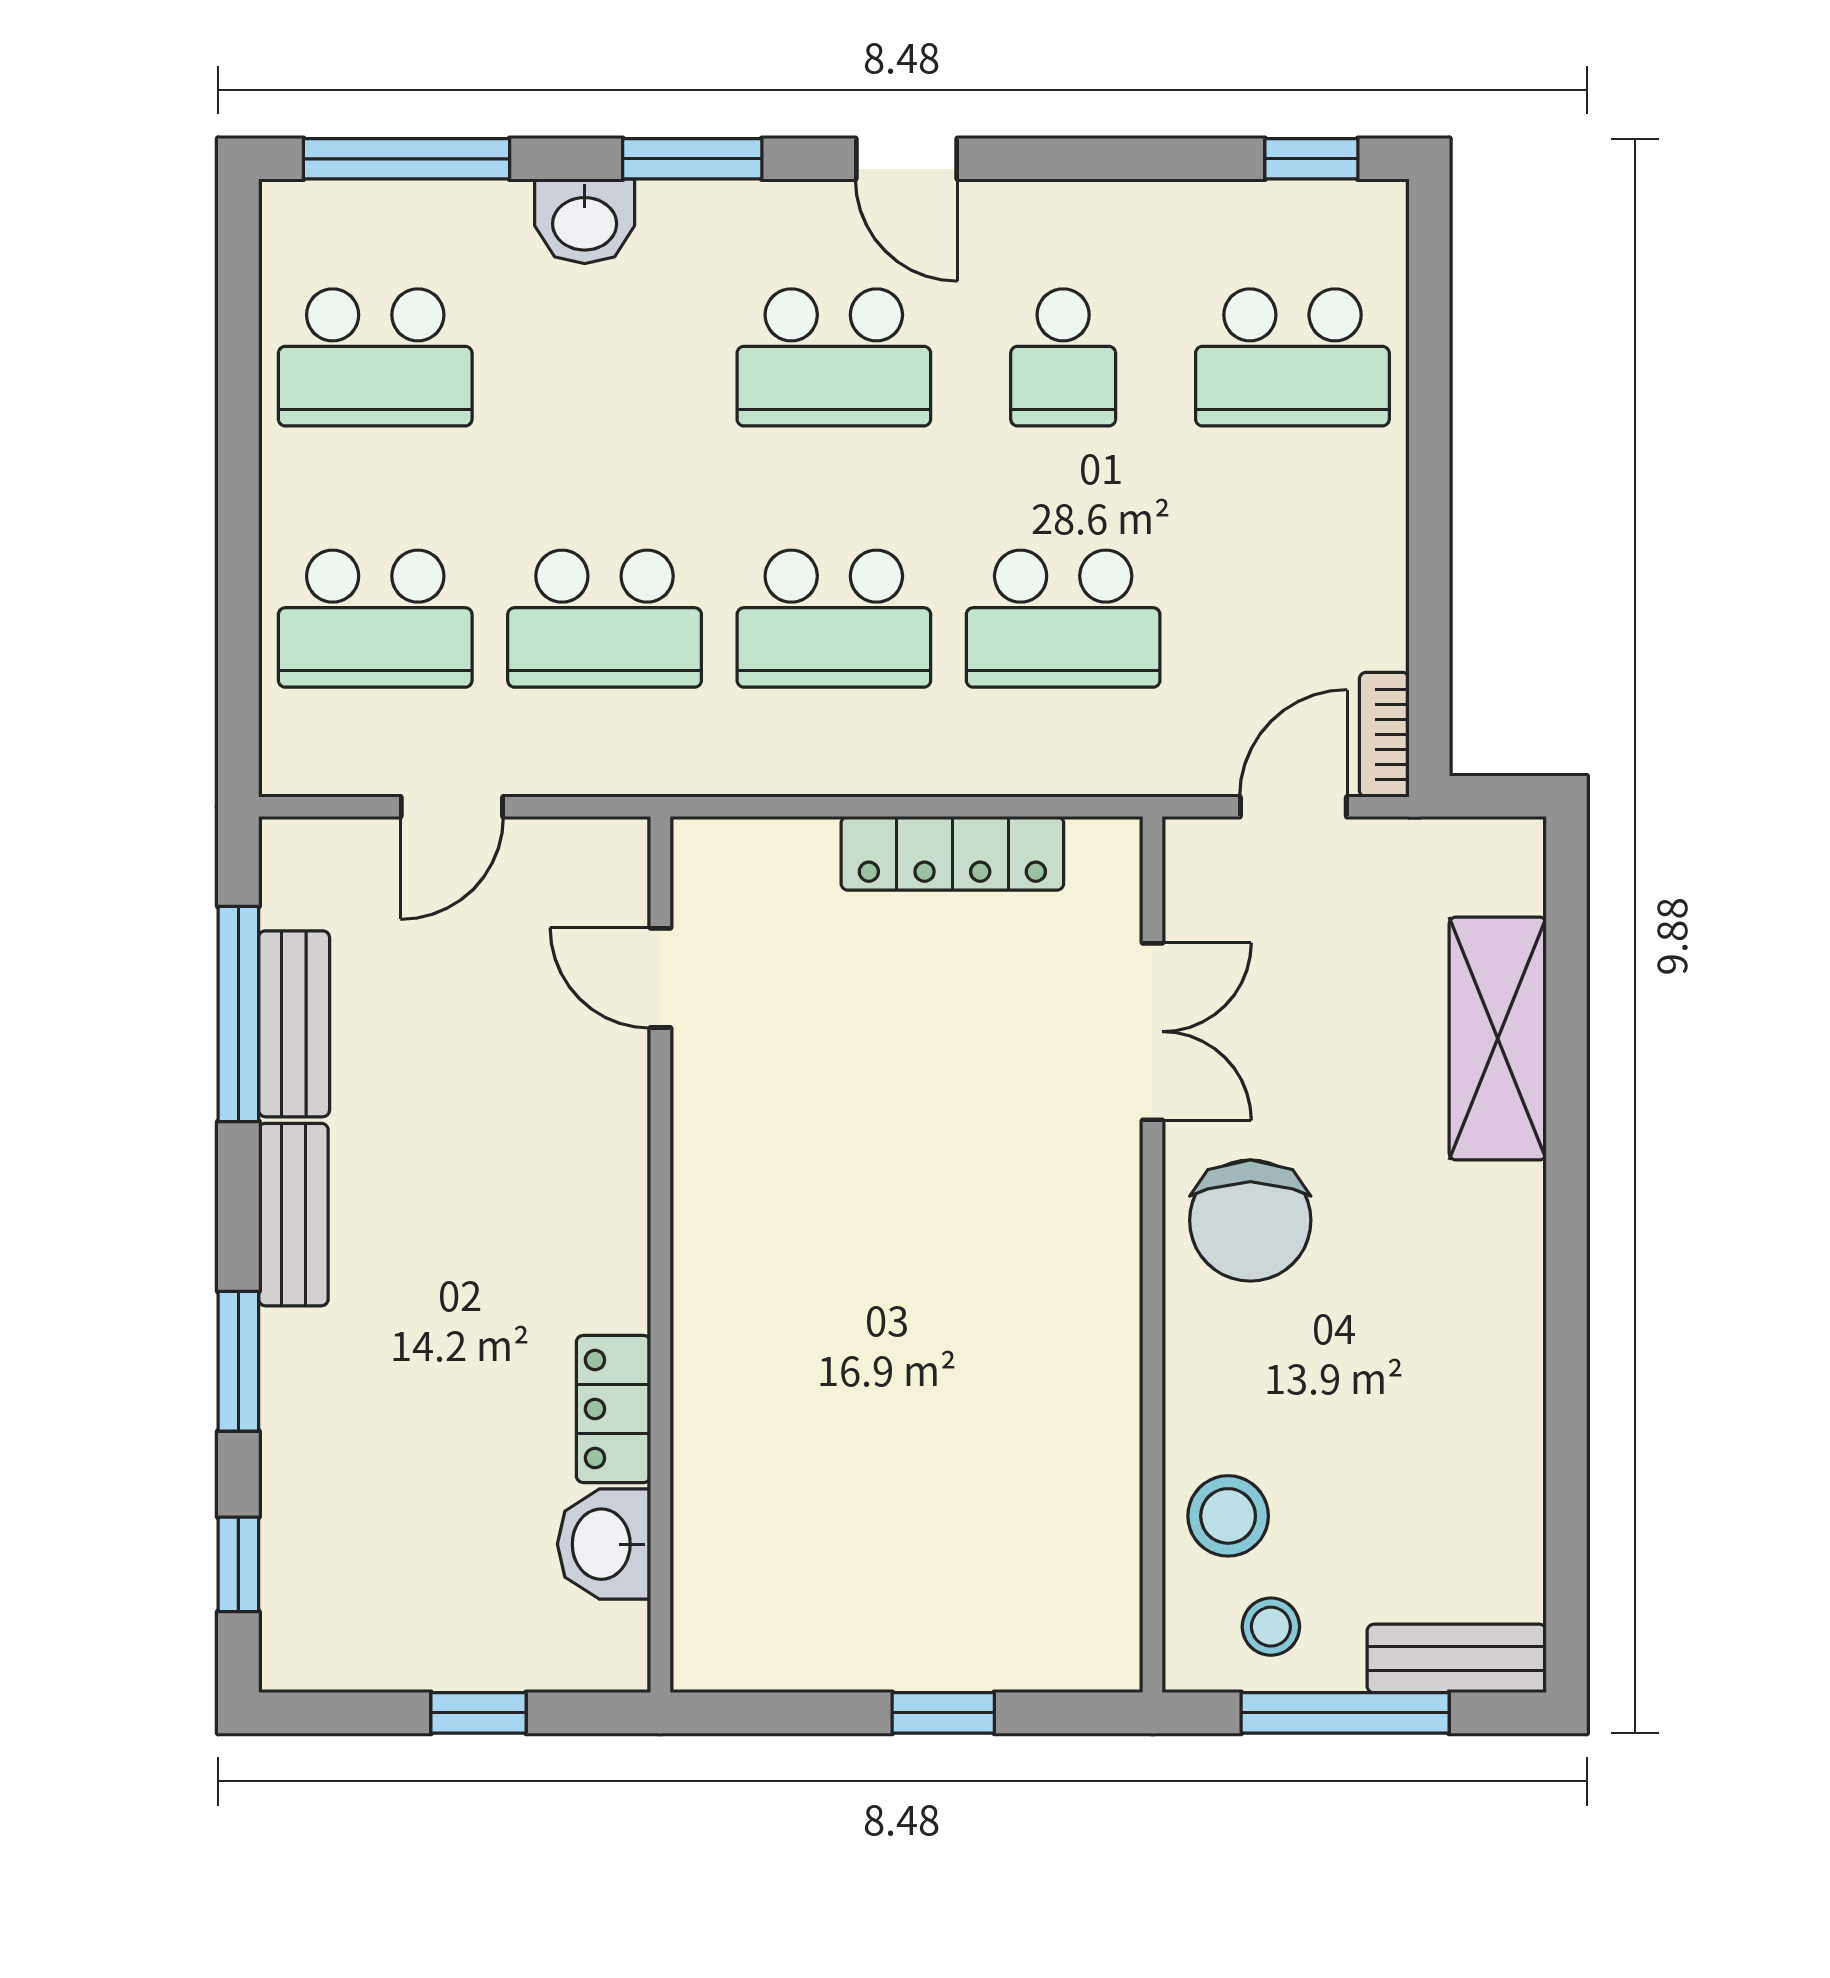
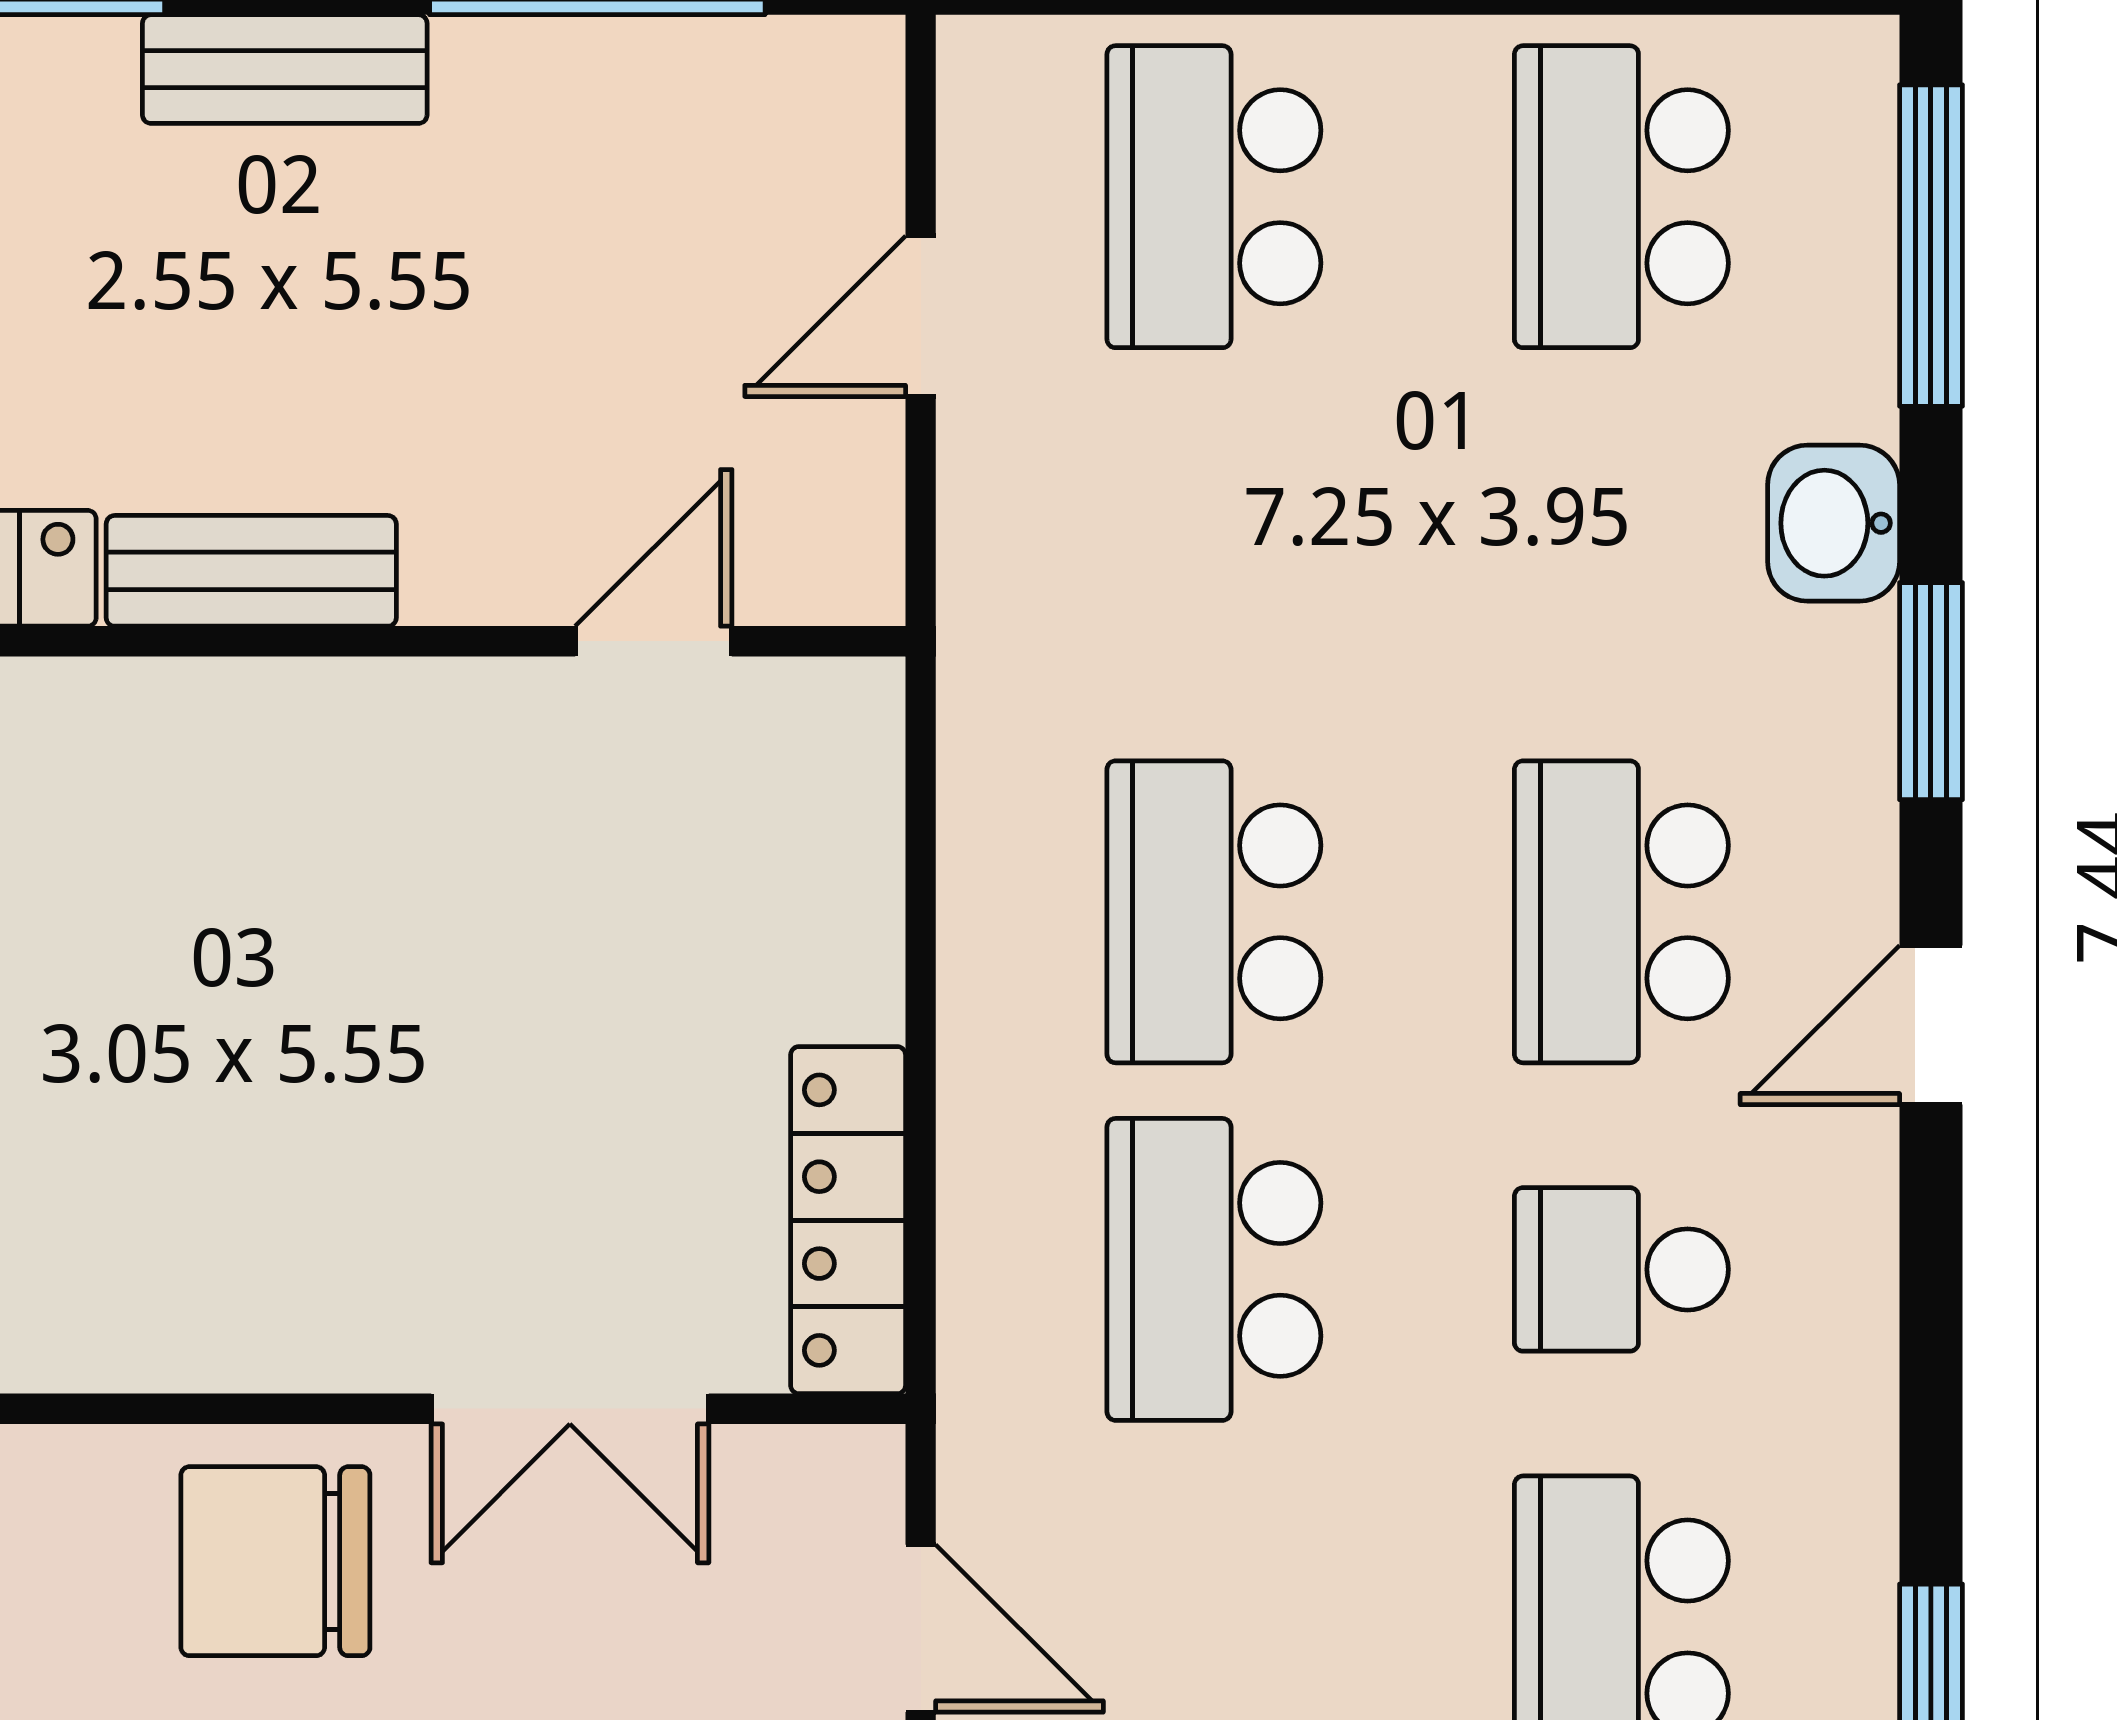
school desk: (605, 619) -> (1214, 554), removed
door: (452, 807) -> (921, 316), hinge flipped
locker: (952, 853) -> (848, 1220), moved
bench: (294, 1024) -> (251, 571), moved

